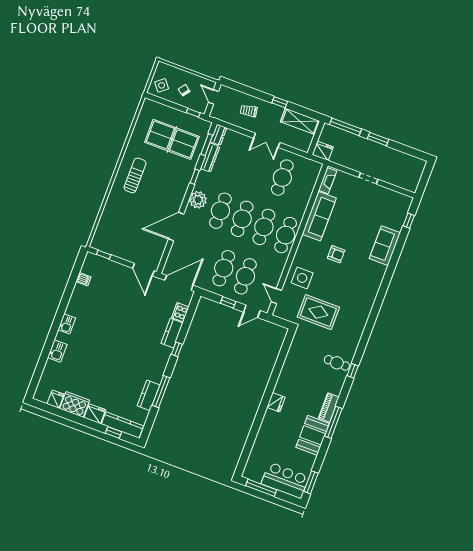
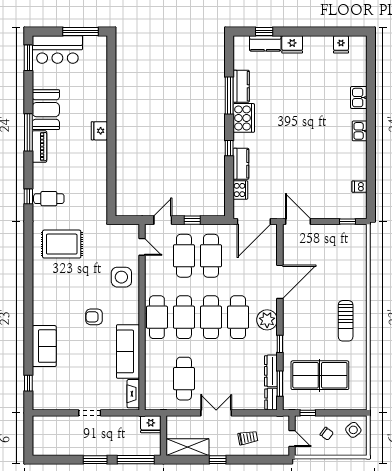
rug: (318, 312) -> (62, 244), moved
cooker: (75, 404) -> (244, 118), moved, turned -90
kitchen counter: (122, 425) -> (265, 43), width x0.67

